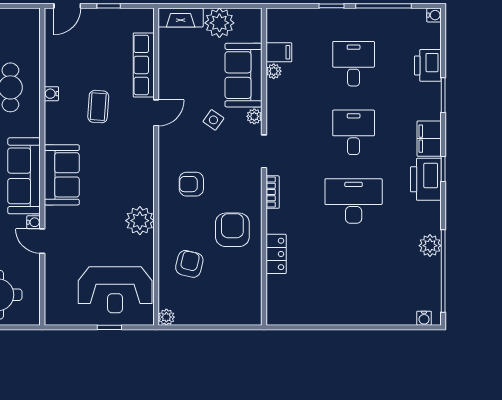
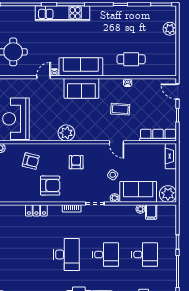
plant: (219, 23) -> (168, 194), moved
row of seats: (144, 65) -> (158, 135), moved
plant: (140, 221) -> (66, 133), moved

